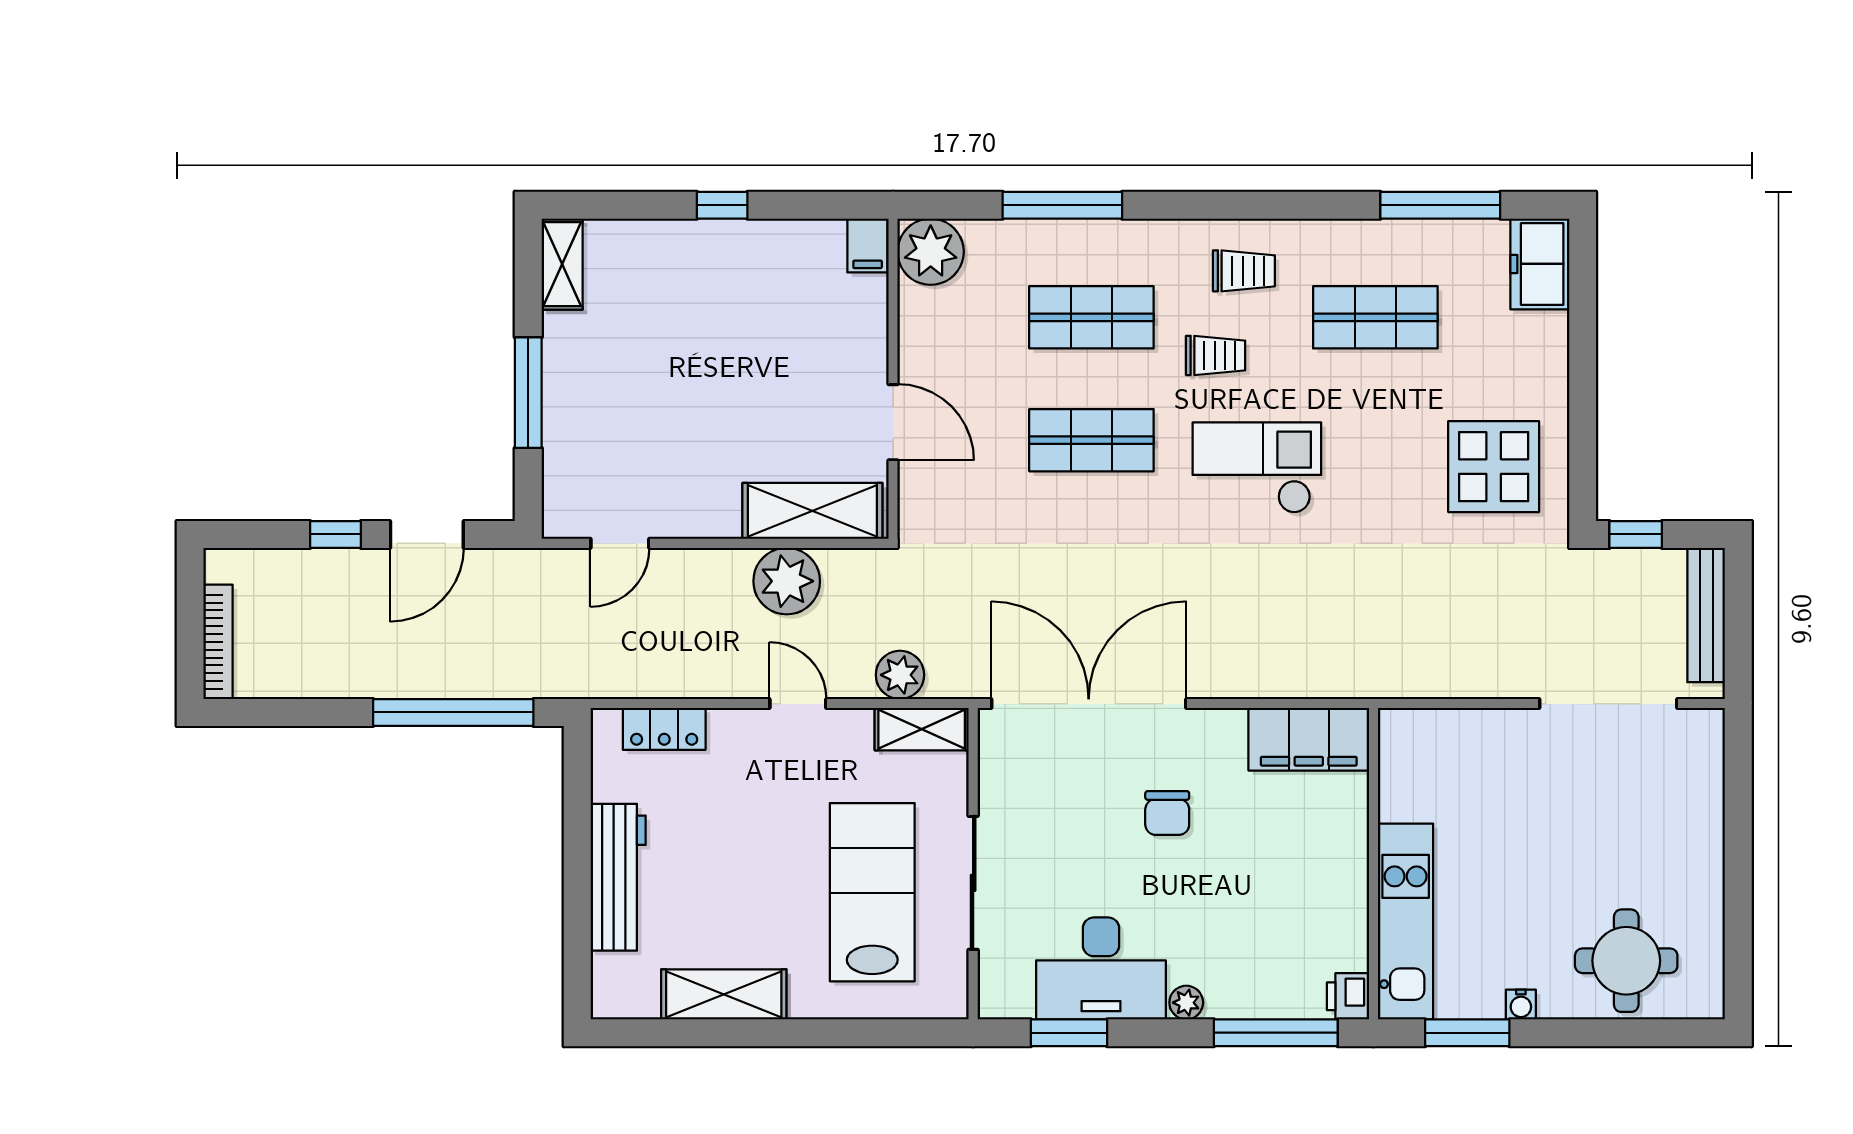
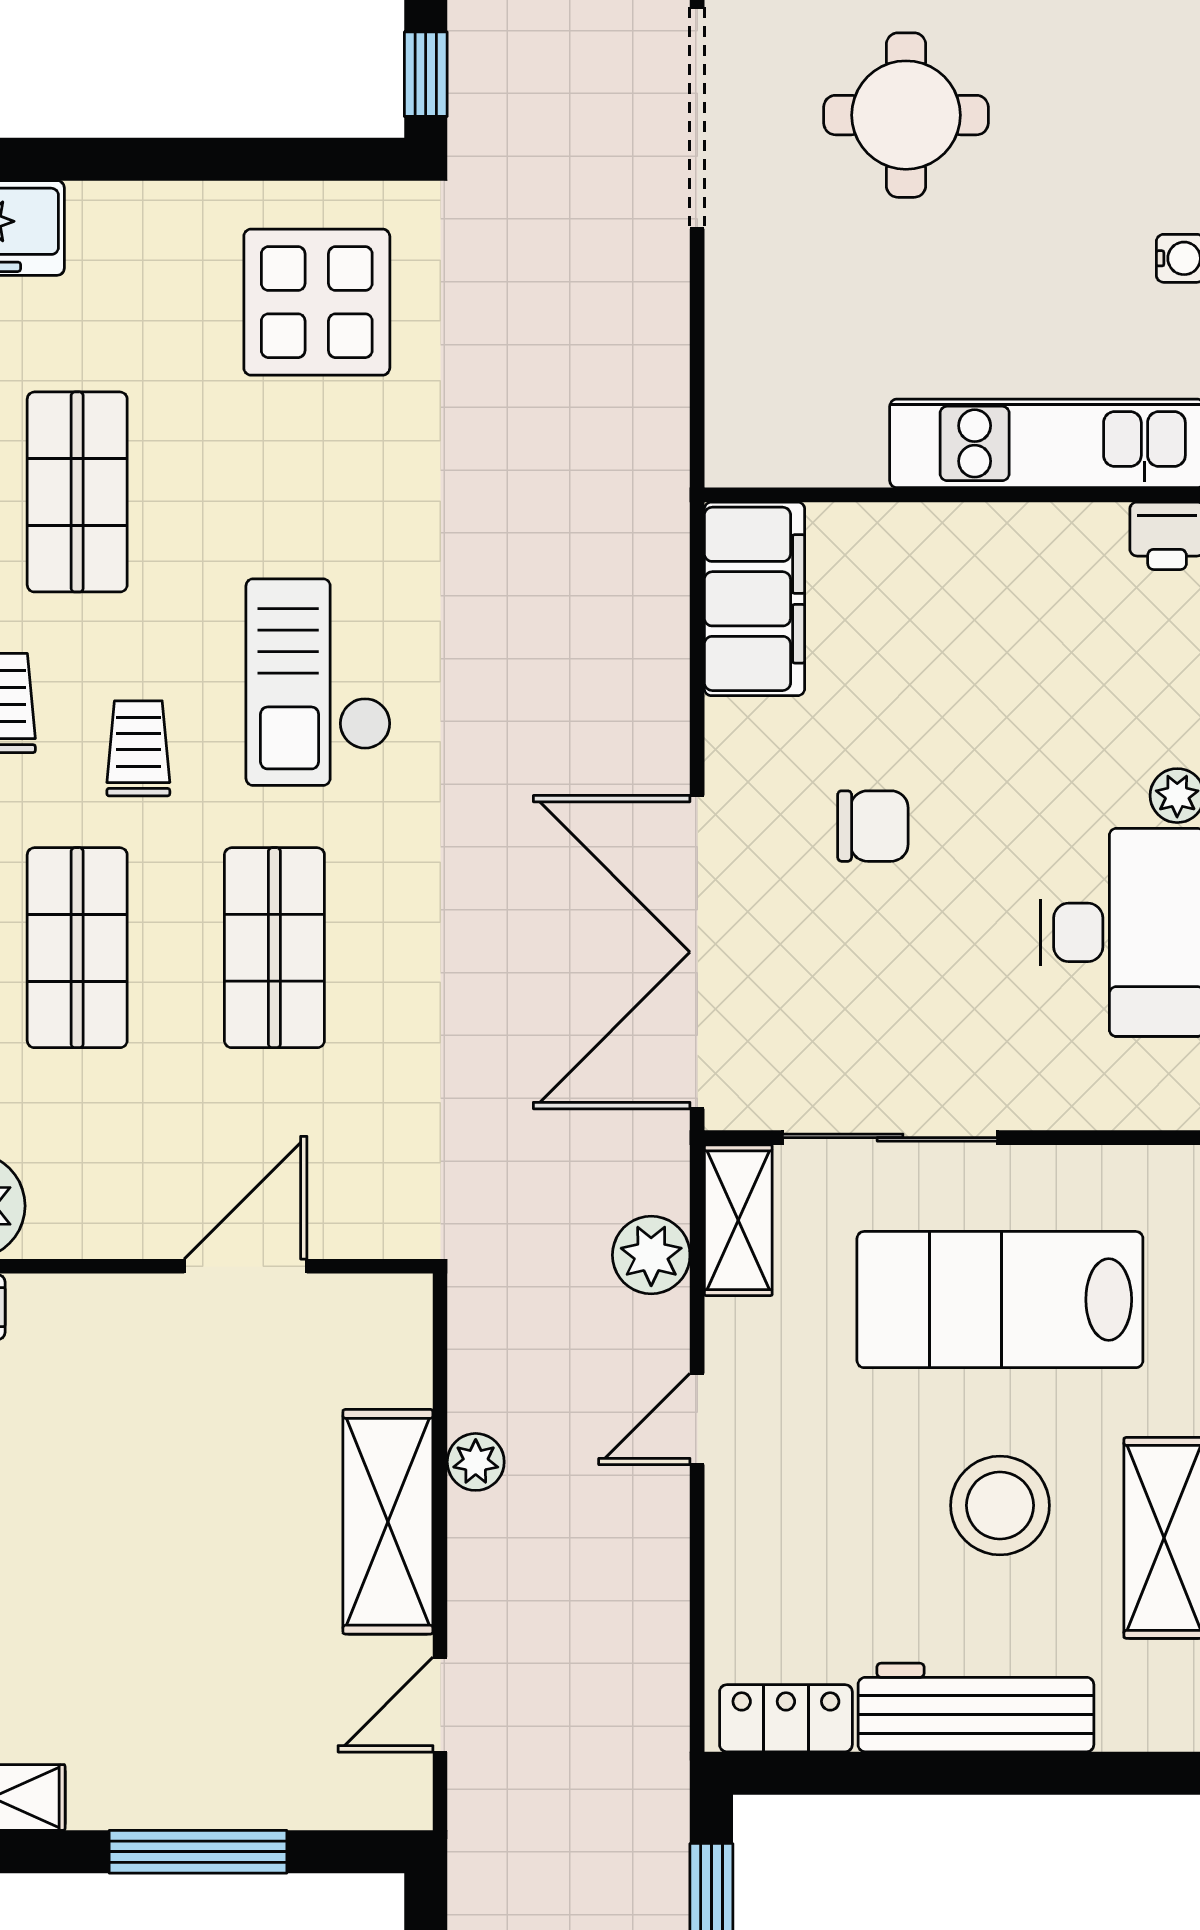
shelving: (812, 511) -> (388, 1522), moved
door: (620, 543) -> (440, 1705), swing flipped
plant: (787, 581) -> (476, 1462), width x0.53, depth x0.53
locker: (664, 729) -> (786, 1718), moved, turned -90
sliding door: (973, 883) -> (890, 1138), moved
stool: (744, 892) -> (1000, 1505), added
round table: (1626, 961) -> (906, 115), moved

